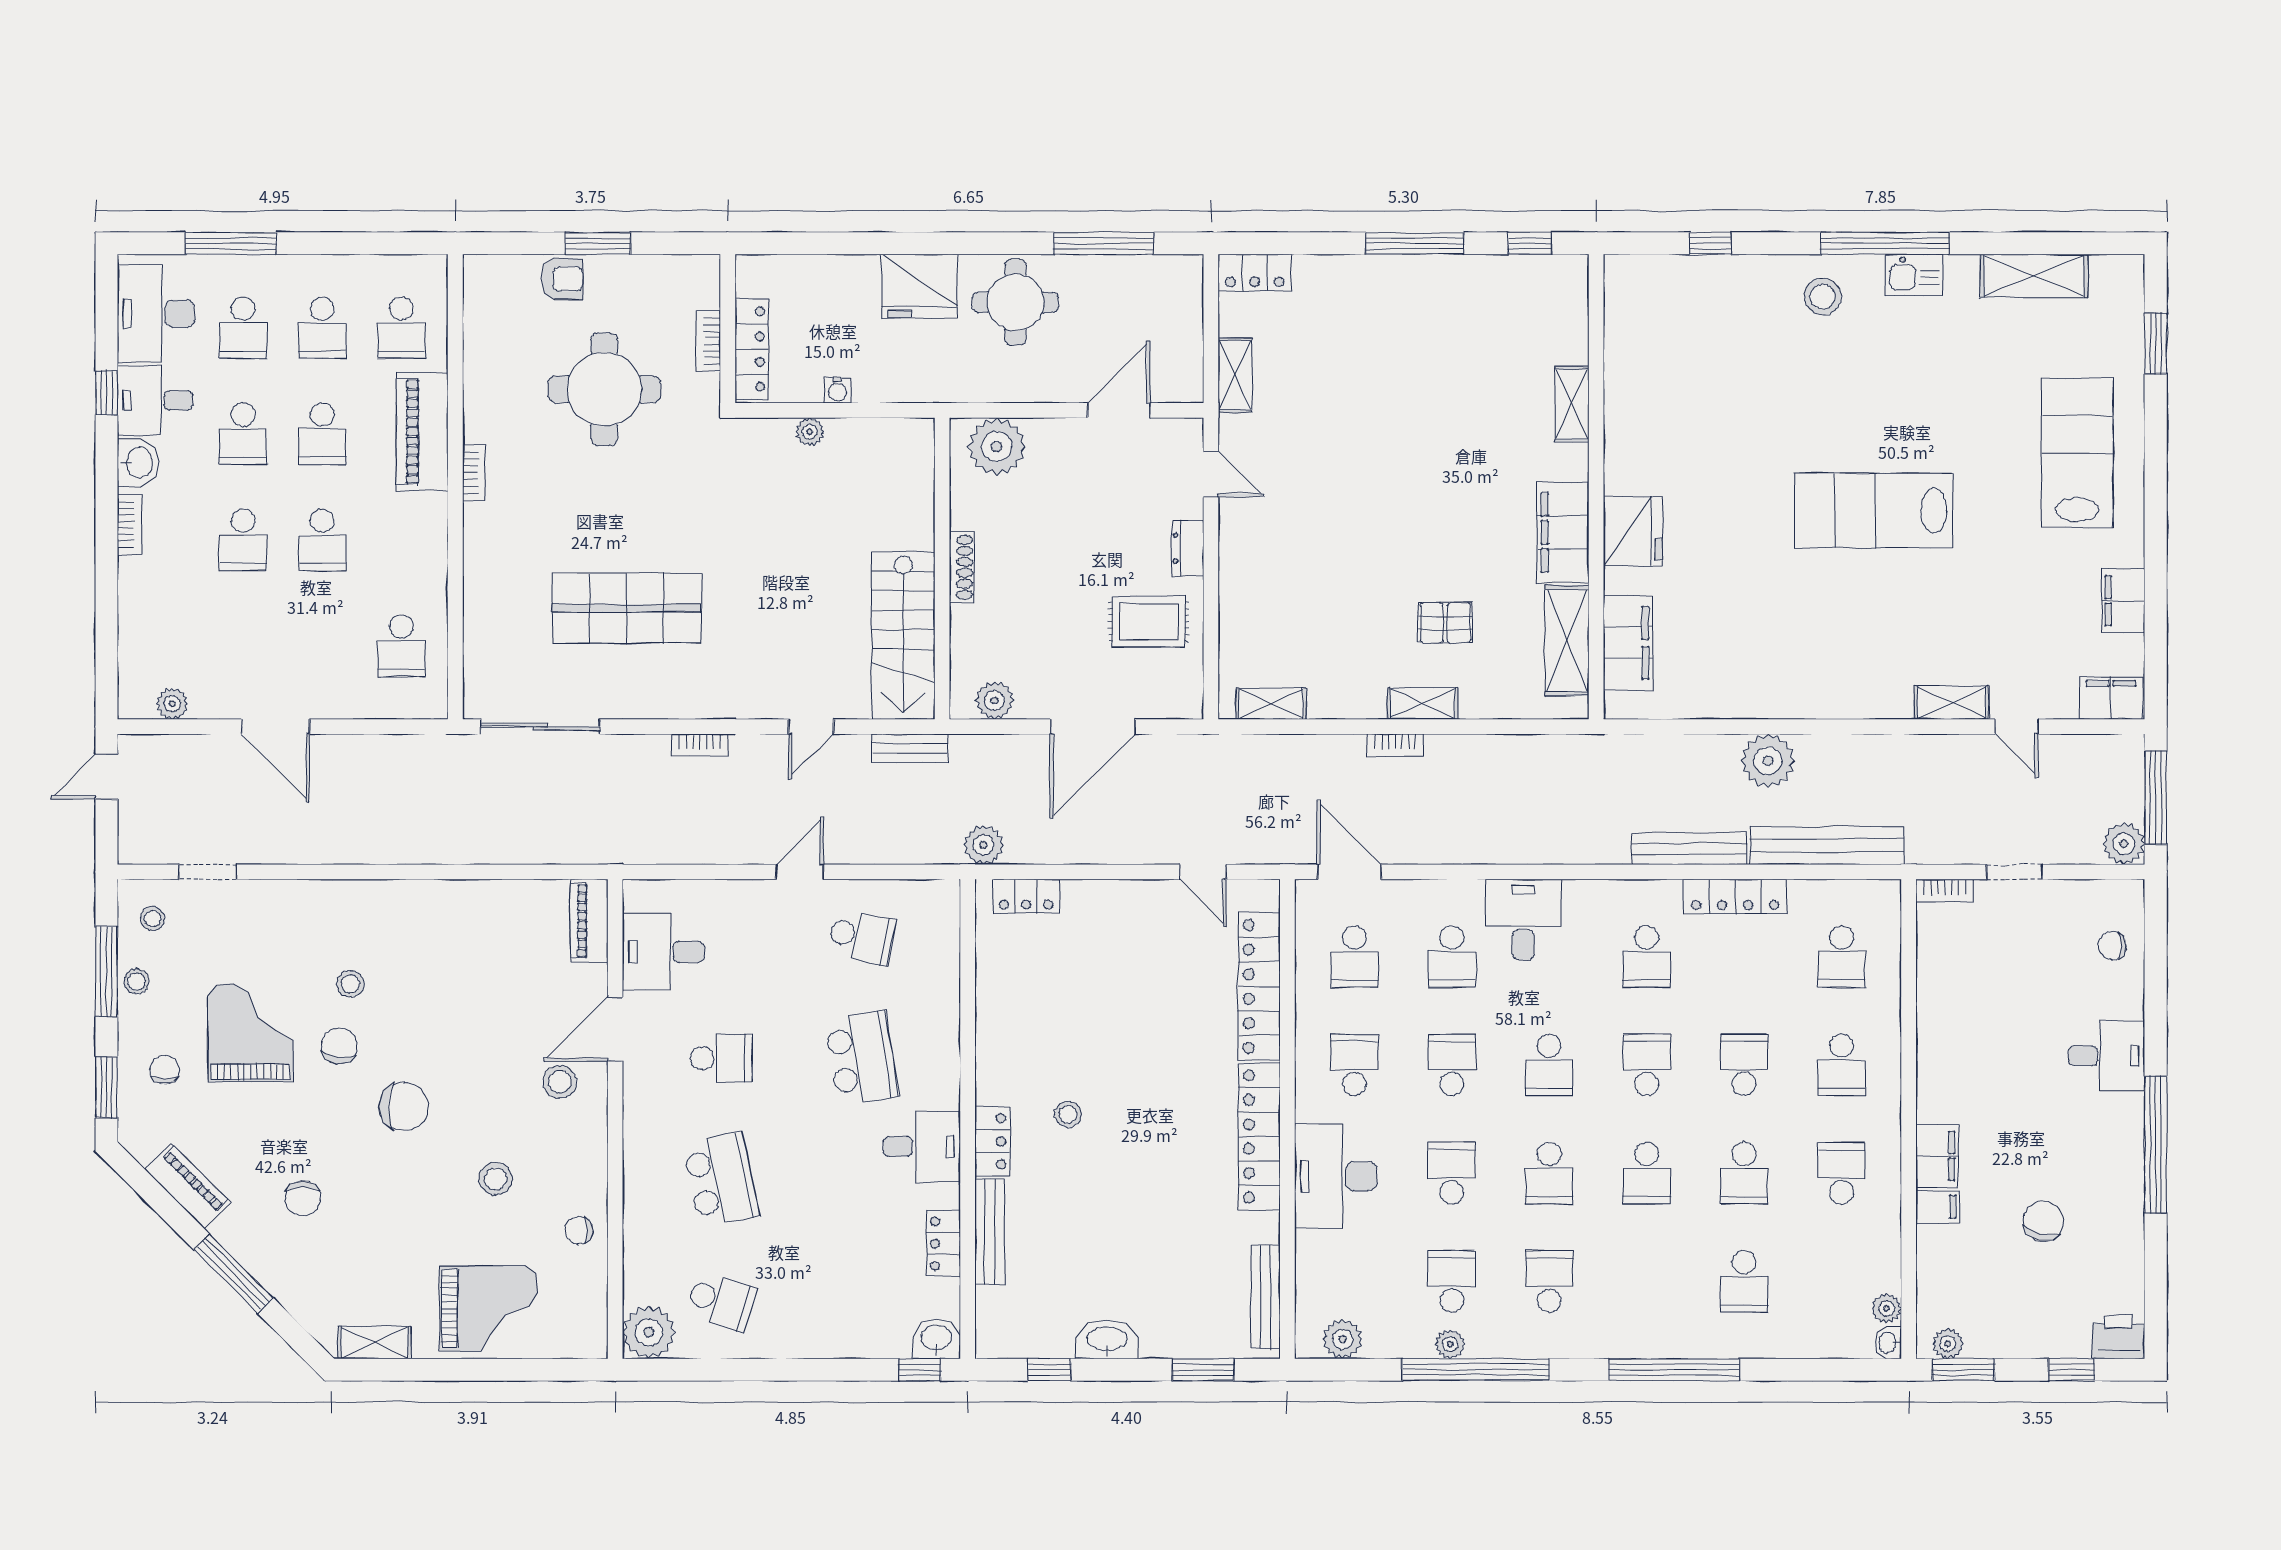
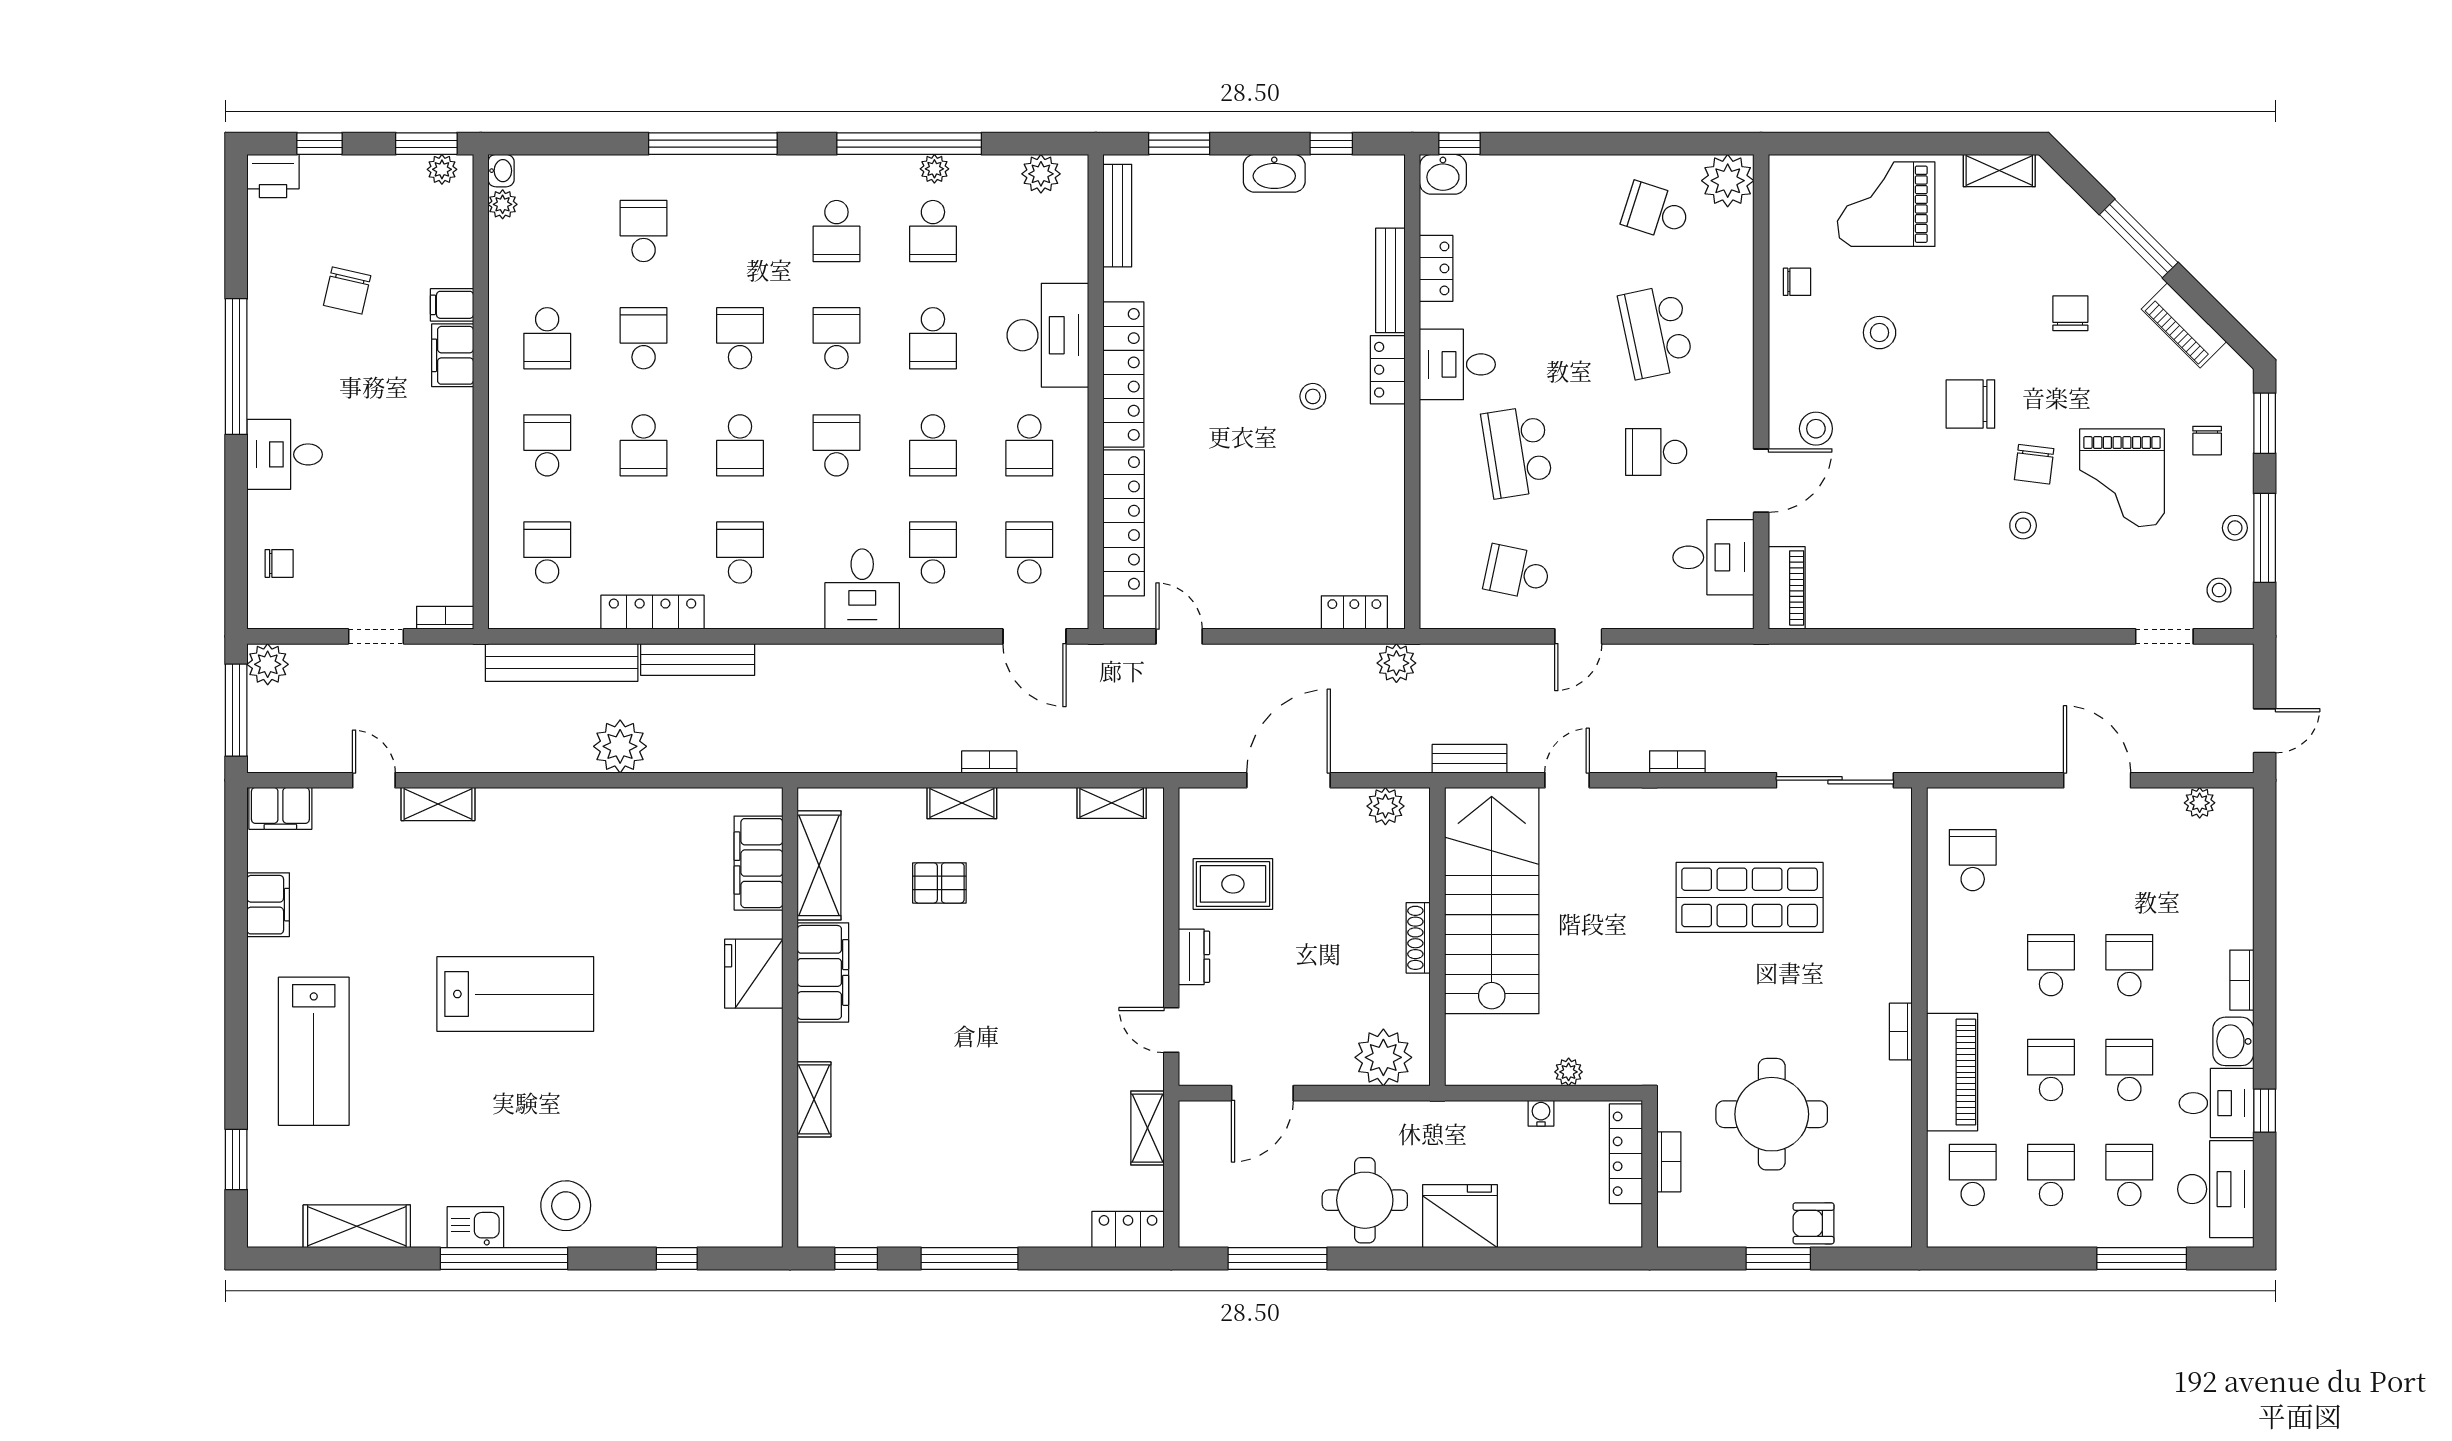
stool: (1823, 297) -> (566, 1206), width x1.38, depth x1.38
stairs: (903, 635) -> (1492, 901), width x1.36, depth x1.51

